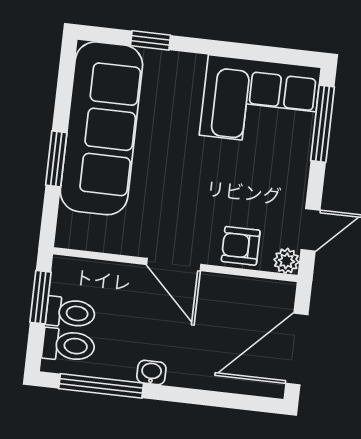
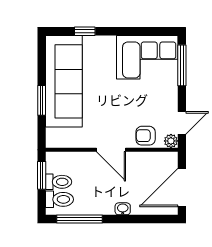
washbasin: (151, 372) -> (123, 209), moved

